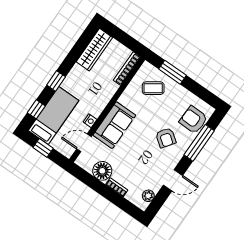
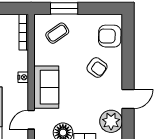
nightstand: (90, 121) -> (23, 77), moved
window: (199, 143) -> (128, 52), removed
plant: (148, 196) -> (111, 121), width x1.88, depth x1.88

